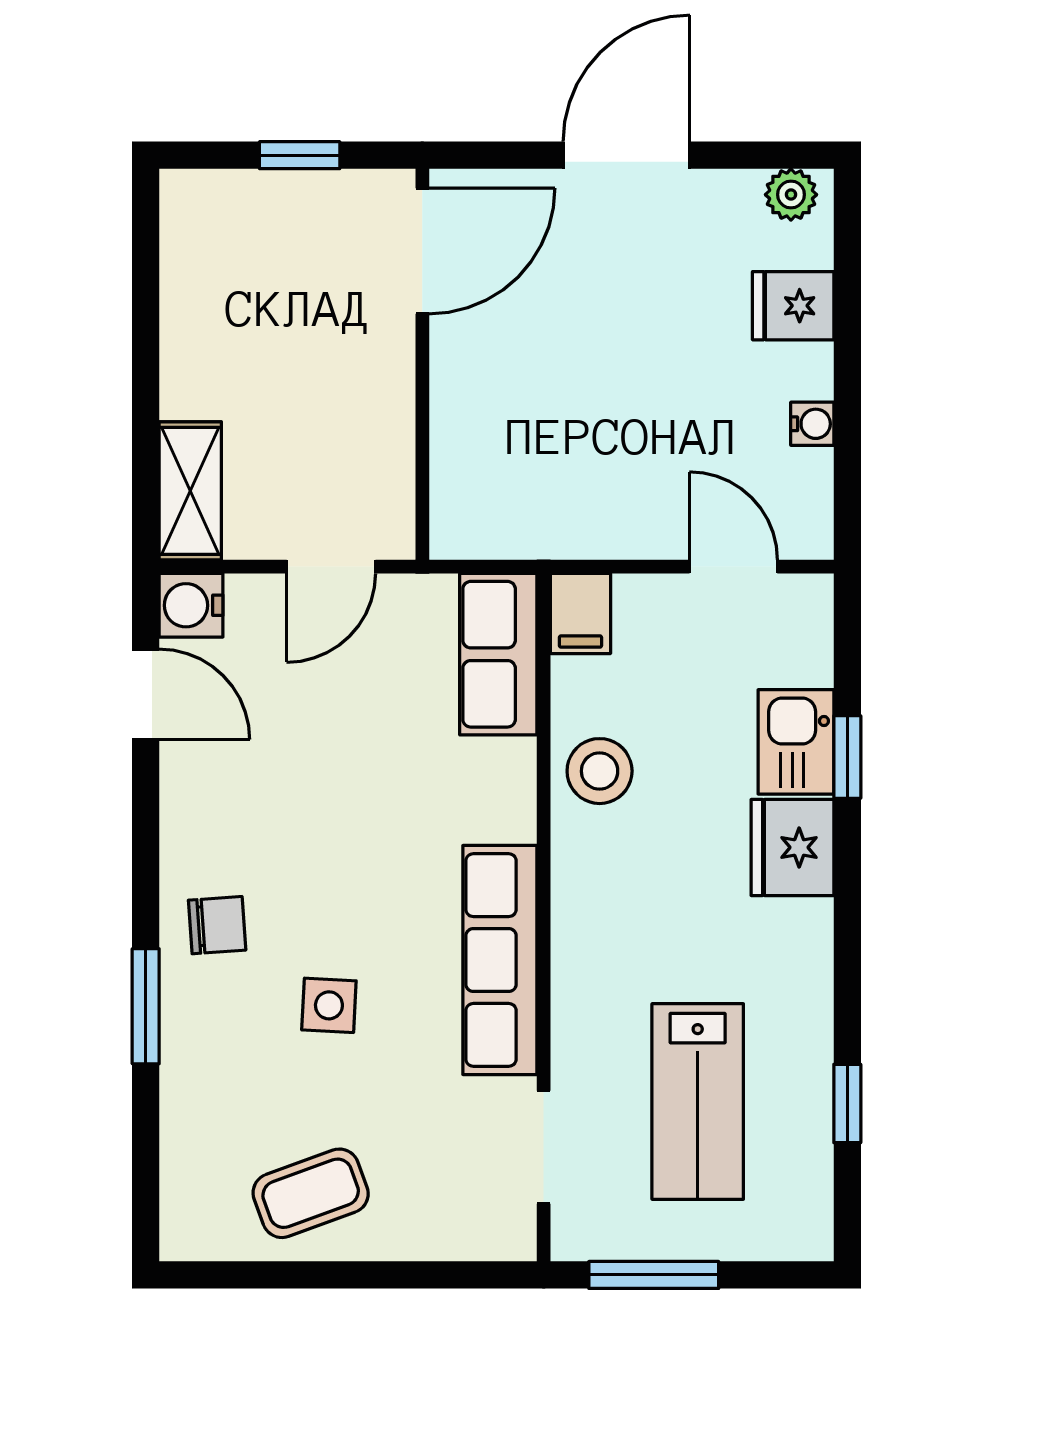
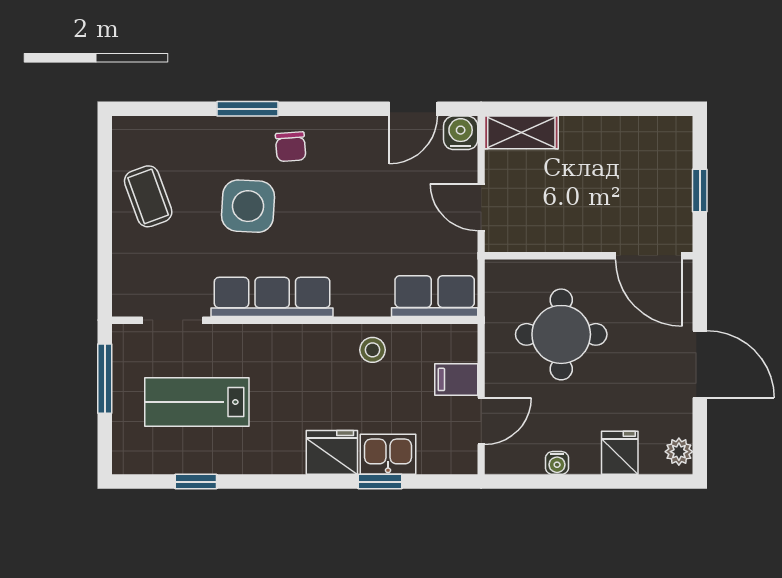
round table: (570, 416) -> (561, 334), added
filing cabinet: (580, 613) -> (456, 379), moved
stool: (600, 771) -> (373, 350), width x0.73, depth x0.73
side table: (329, 1005) -> (248, 206), width x1.87, depth x1.87

